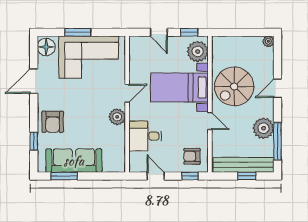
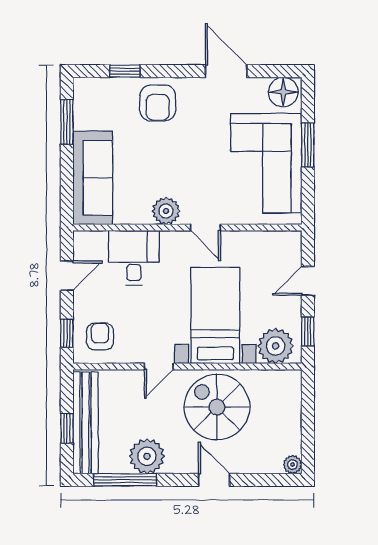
armchair: (53, 122) -> (158, 103), turned -90
sofa: (74, 161) -> (93, 178), moved

